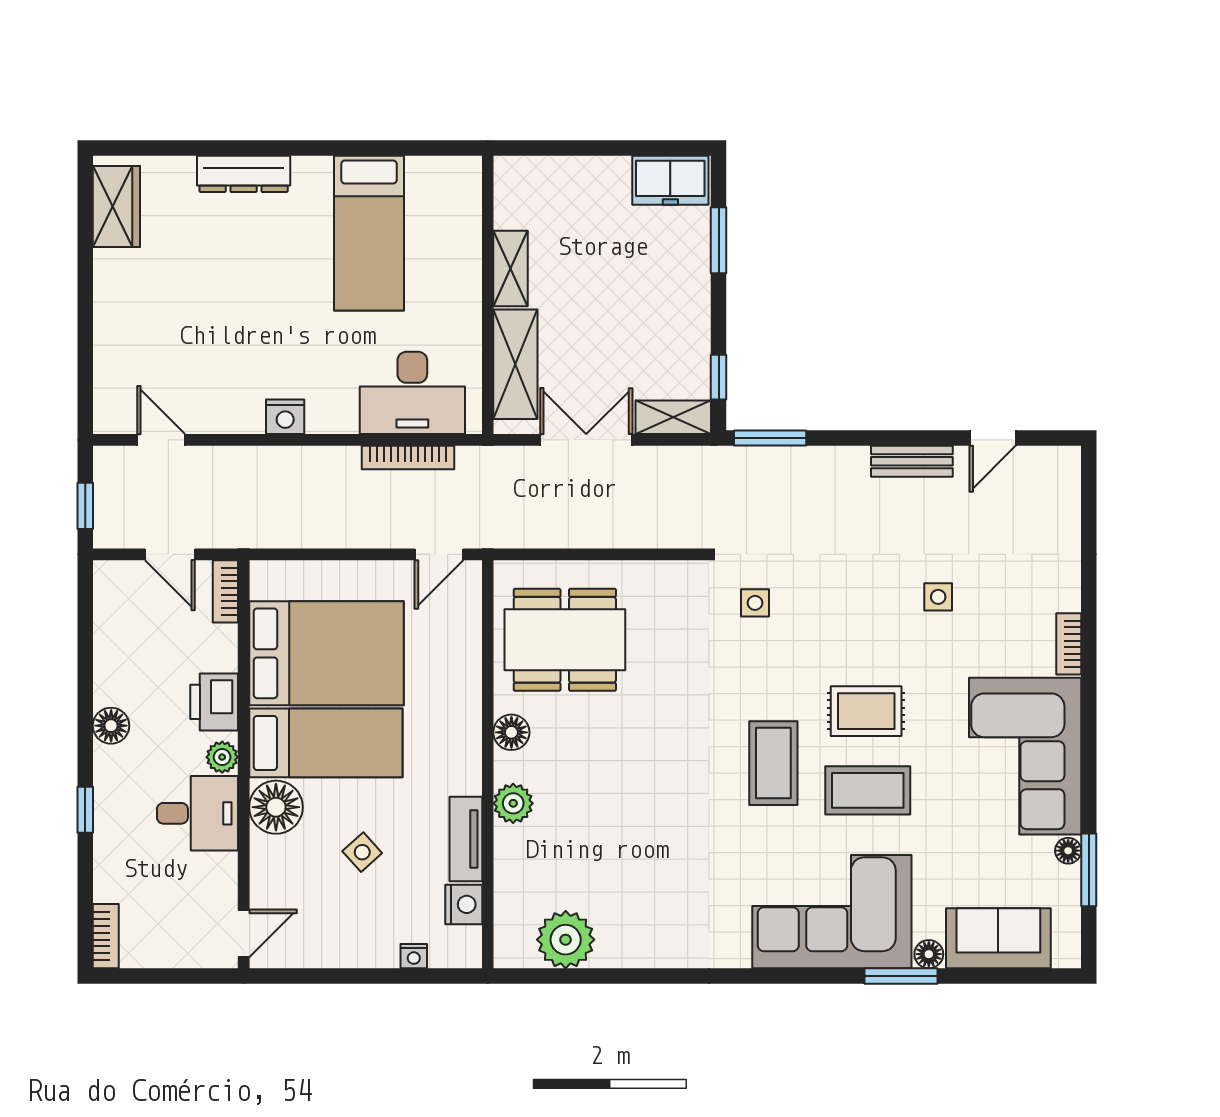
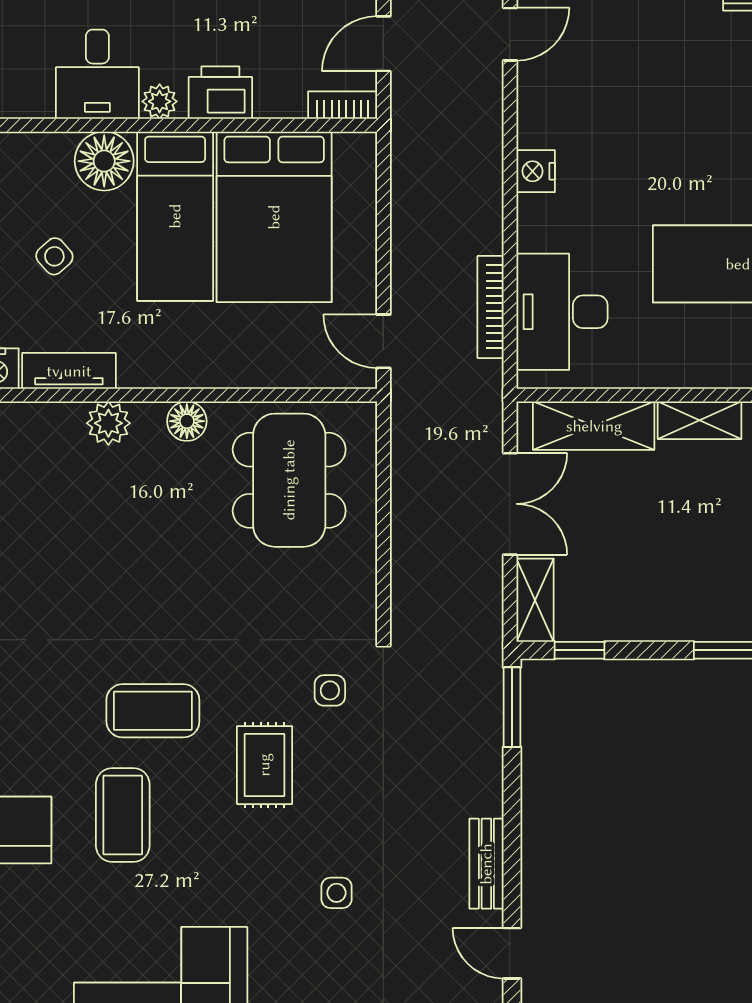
rug: (866, 711) -> (264, 765), moved

